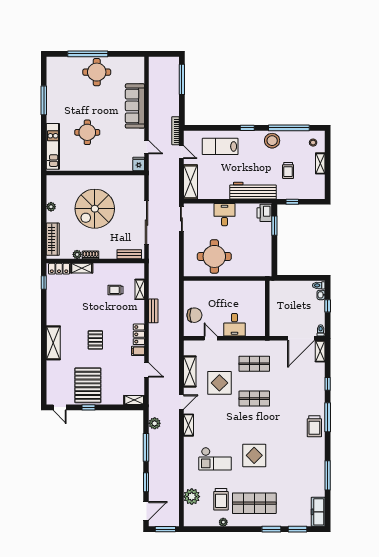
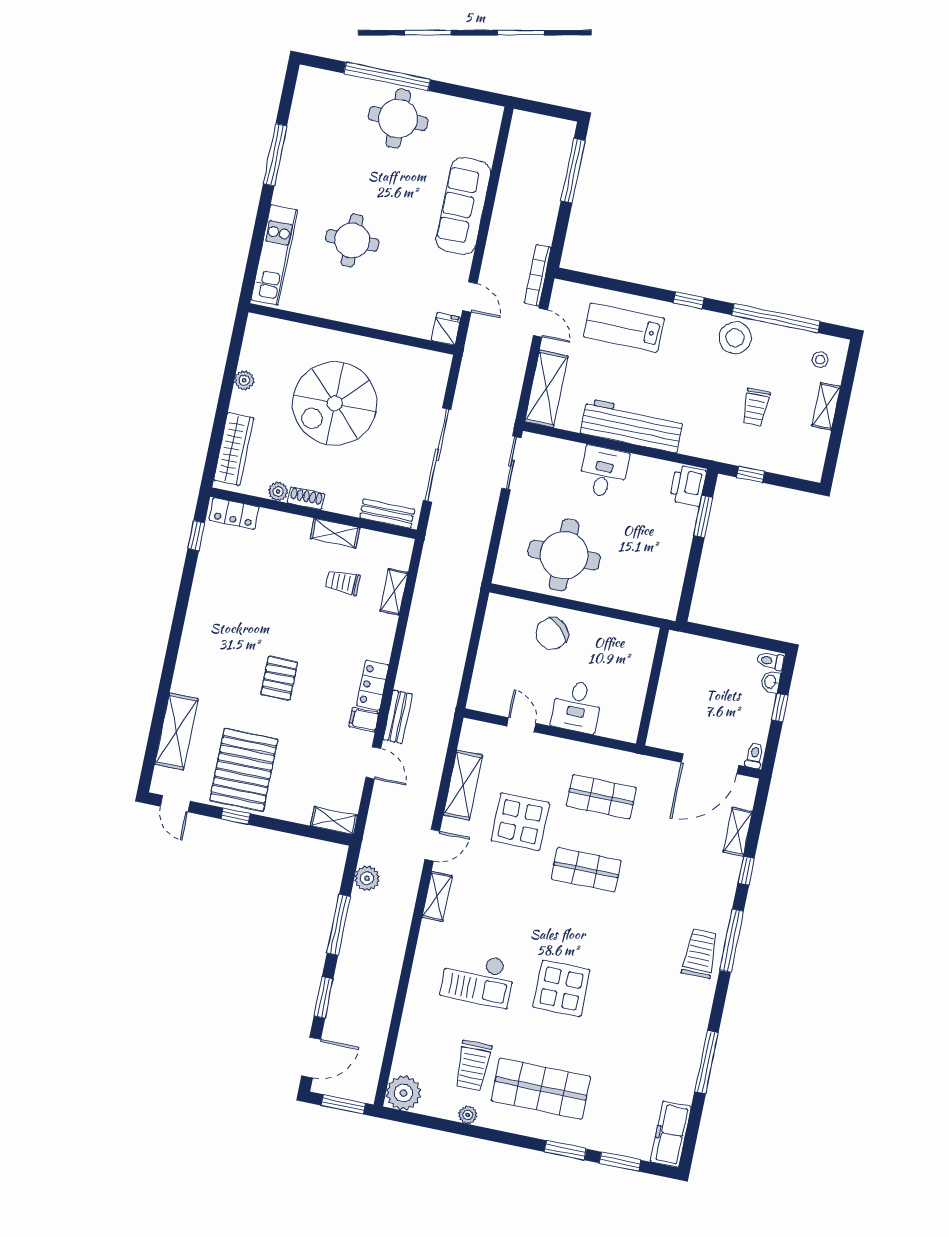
workbench: (253, 191) -> (632, 426), moved
shelving: (82, 268) -> (335, 533), moved
bench: (153, 311) -> (398, 717), moved
chair: (194, 315) -> (552, 633), moved, turned 134
shelving: (53, 343) -> (176, 731), moved
shelving: (320, 351) -> (738, 832), moved
trolley: (314, 426) -> (700, 954), turned 180
plant: (192, 497) -> (403, 1093), moved

